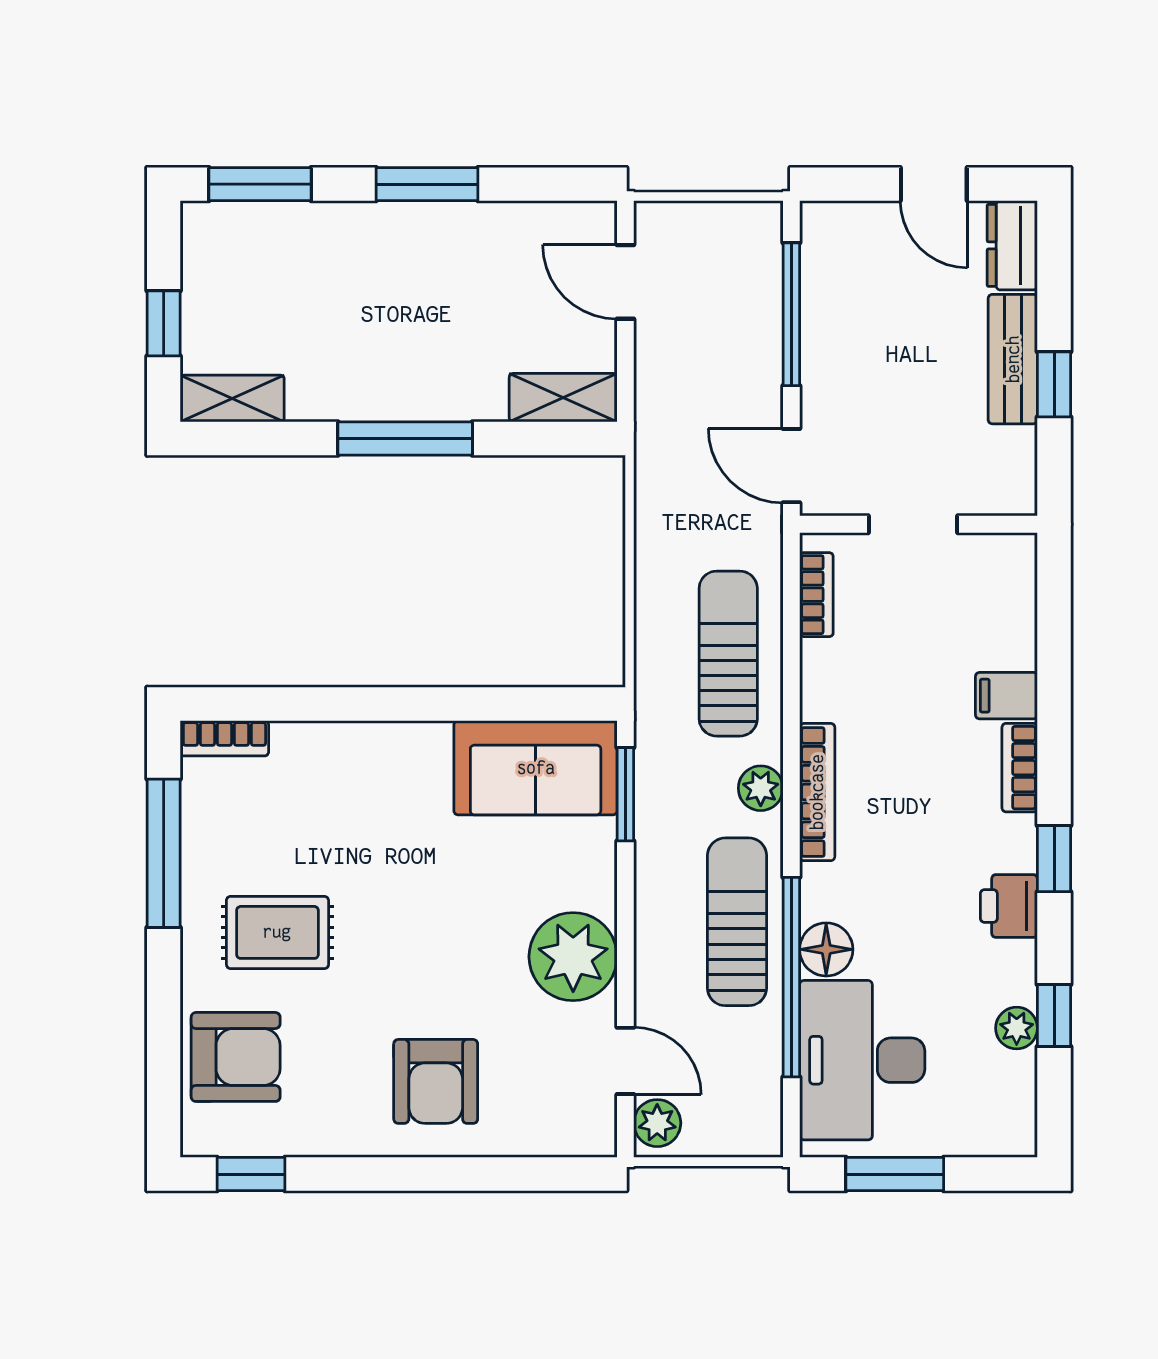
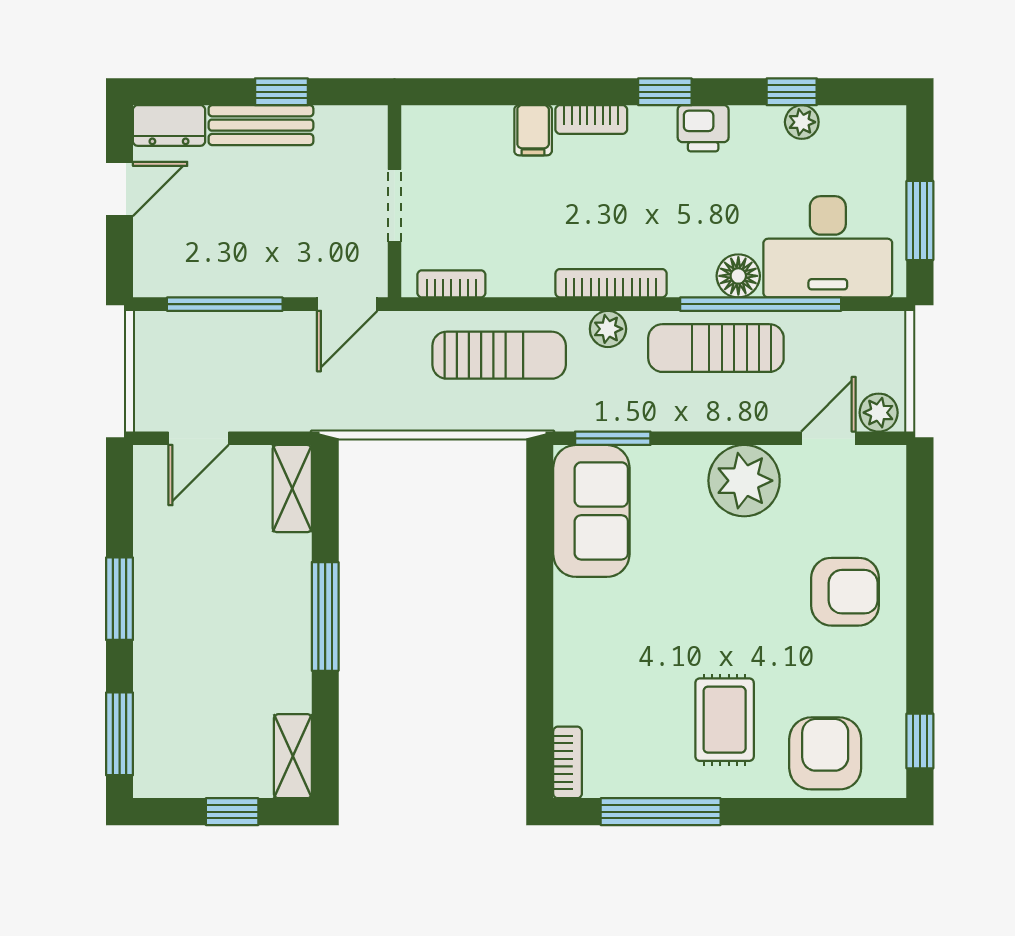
sun lounger: (728, 654) -> (499, 355), turned 180

